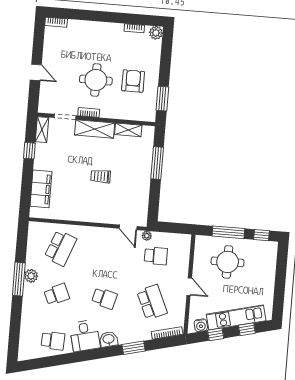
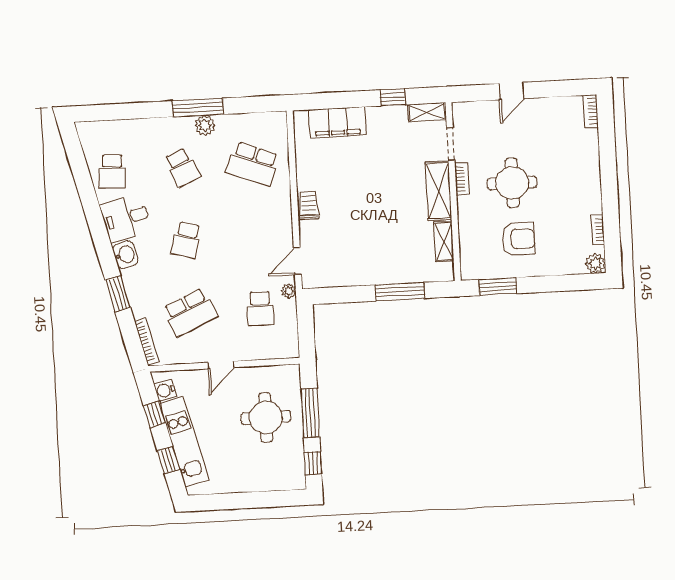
trolley: (101, 176) -> (309, 205), moved

